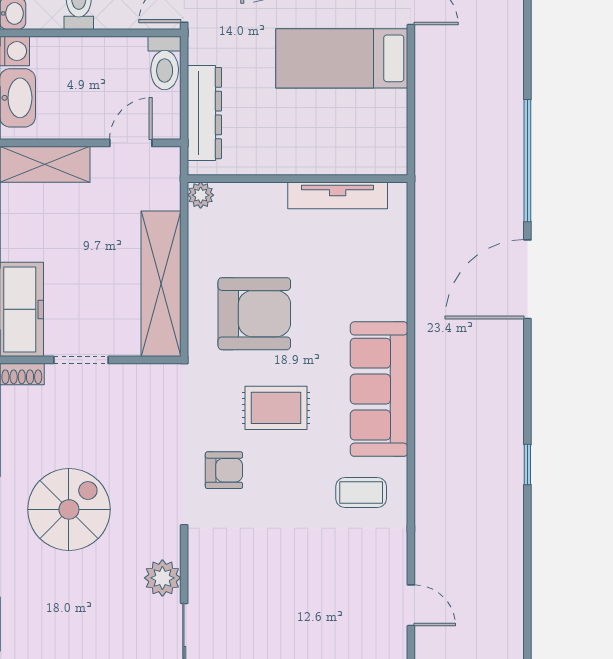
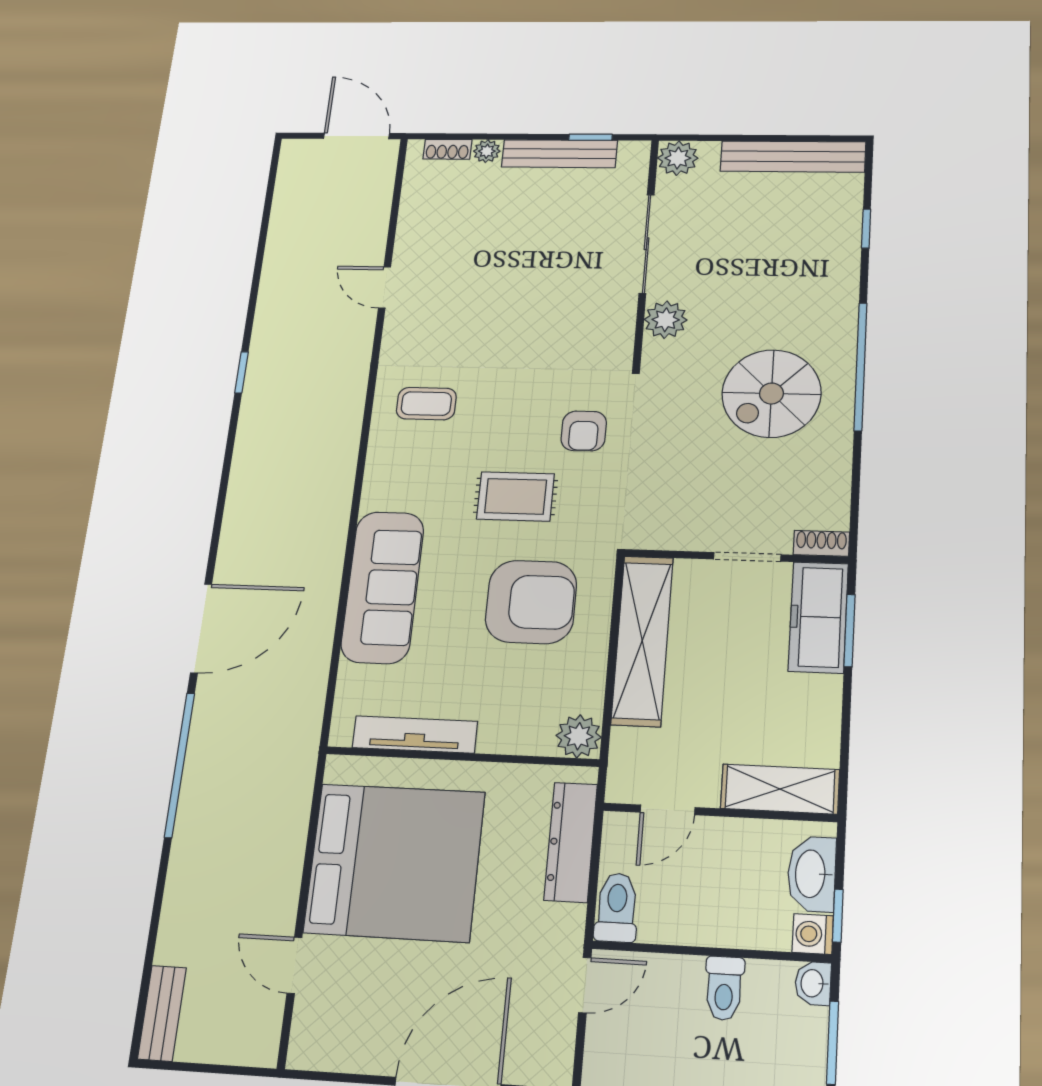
bed: (342, 58) -> (395, 862), width x2.04
plant: (201, 195) -> (579, 736), width x1.38, depth x1.38
armchair: (254, 314) -> (531, 602), turned 180
sofa: (379, 389) -> (383, 587), moved
window: (527, 465) -> (241, 372), moved
armchair: (224, 470) -> (584, 431), turned -90

